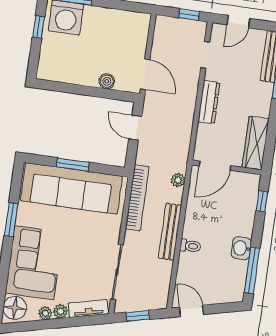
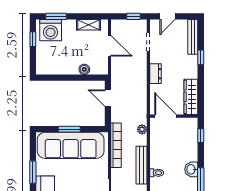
shelving: (122, 17) -> (89, 25), added
door: (145, 74) -> (110, 46), moved
dresser: (209, 102) -> (155, 74), width x0.70
door: (215, 166) -> (166, 116), swing flipped

